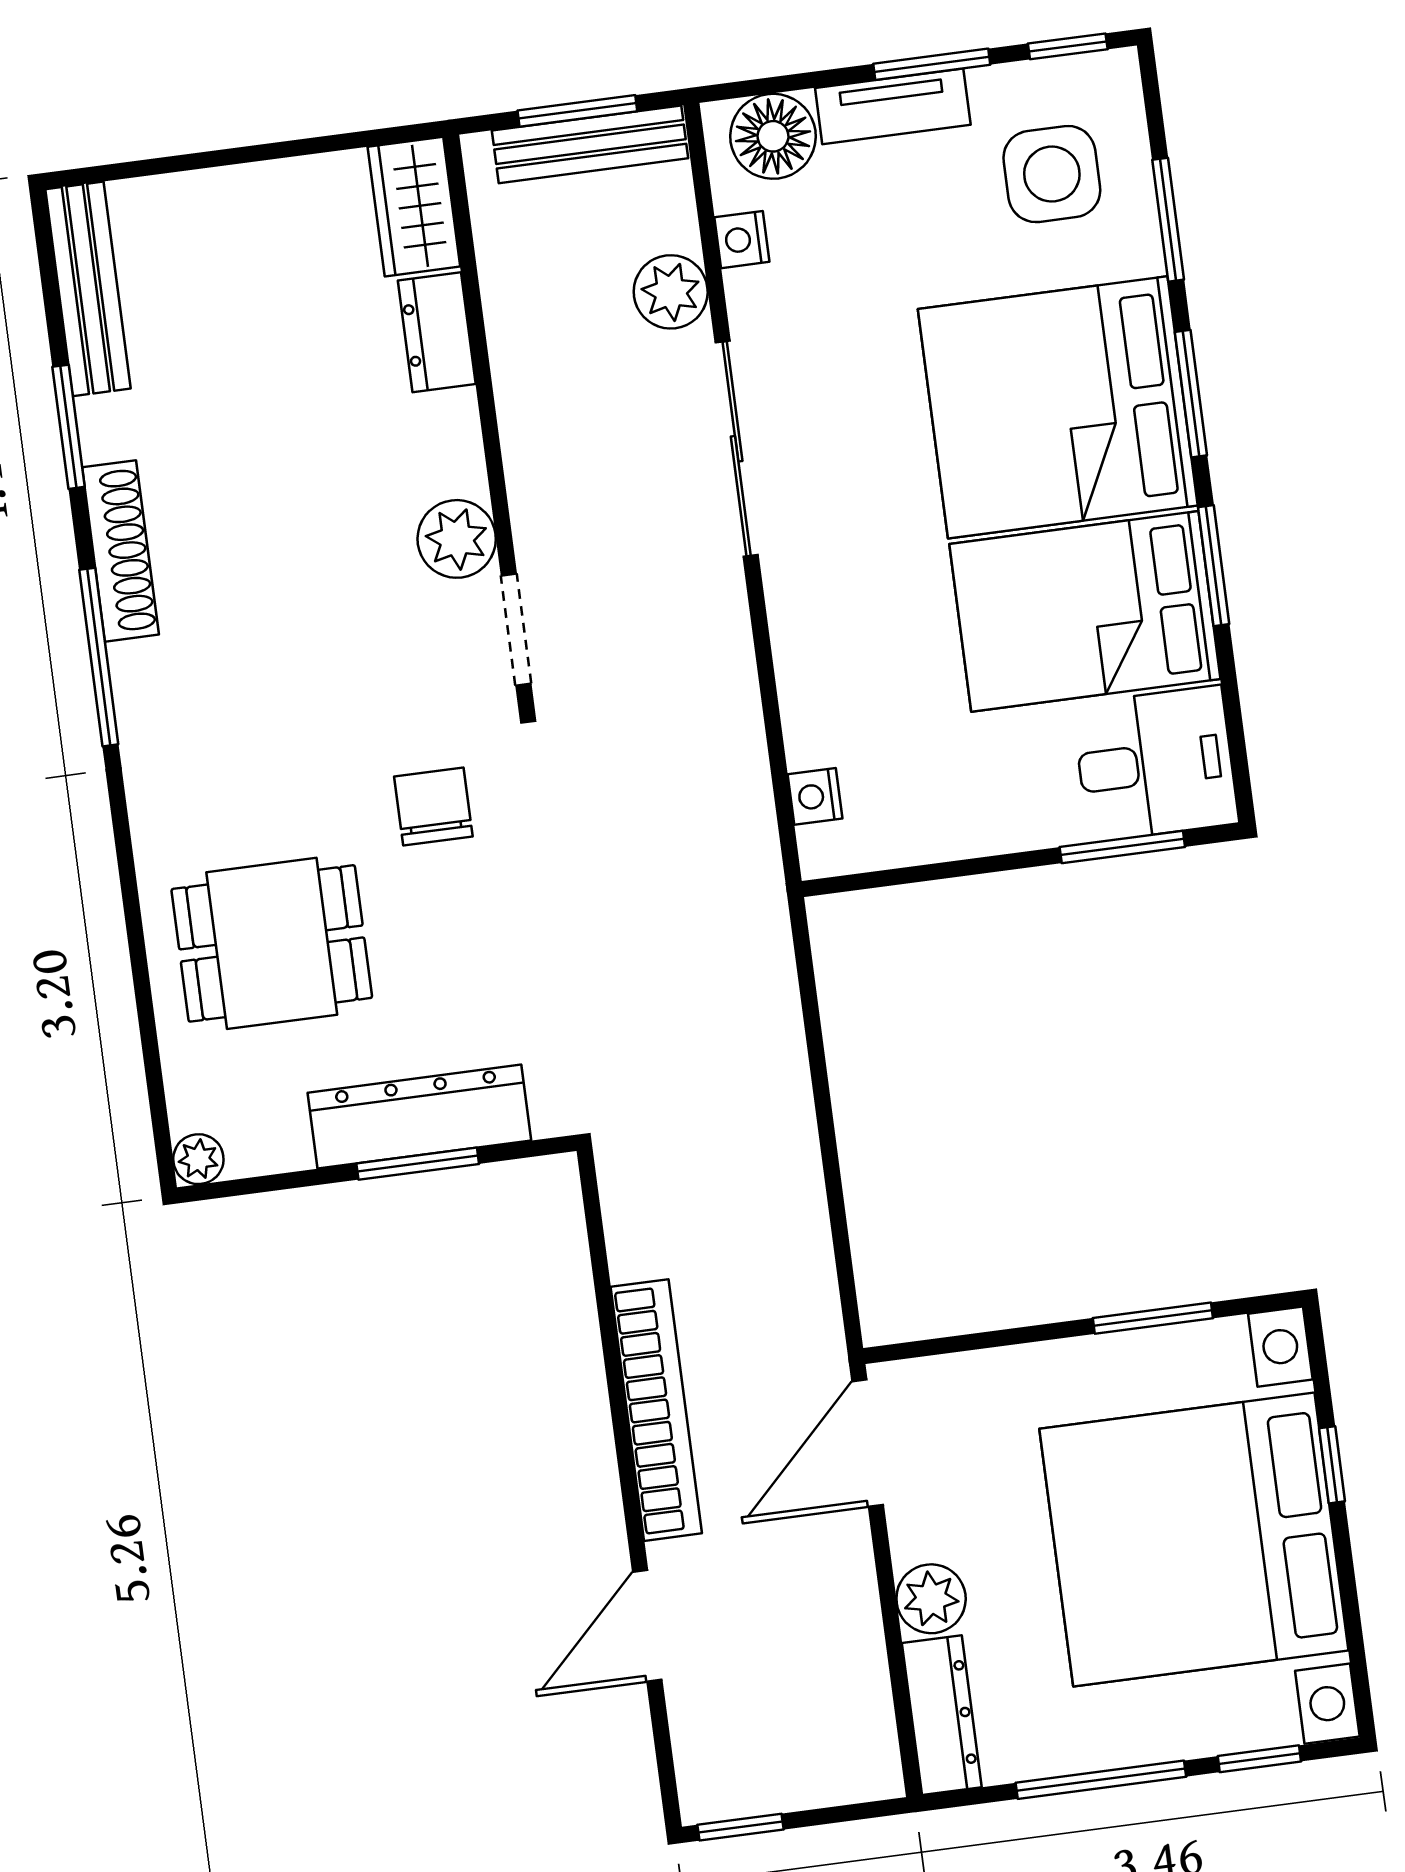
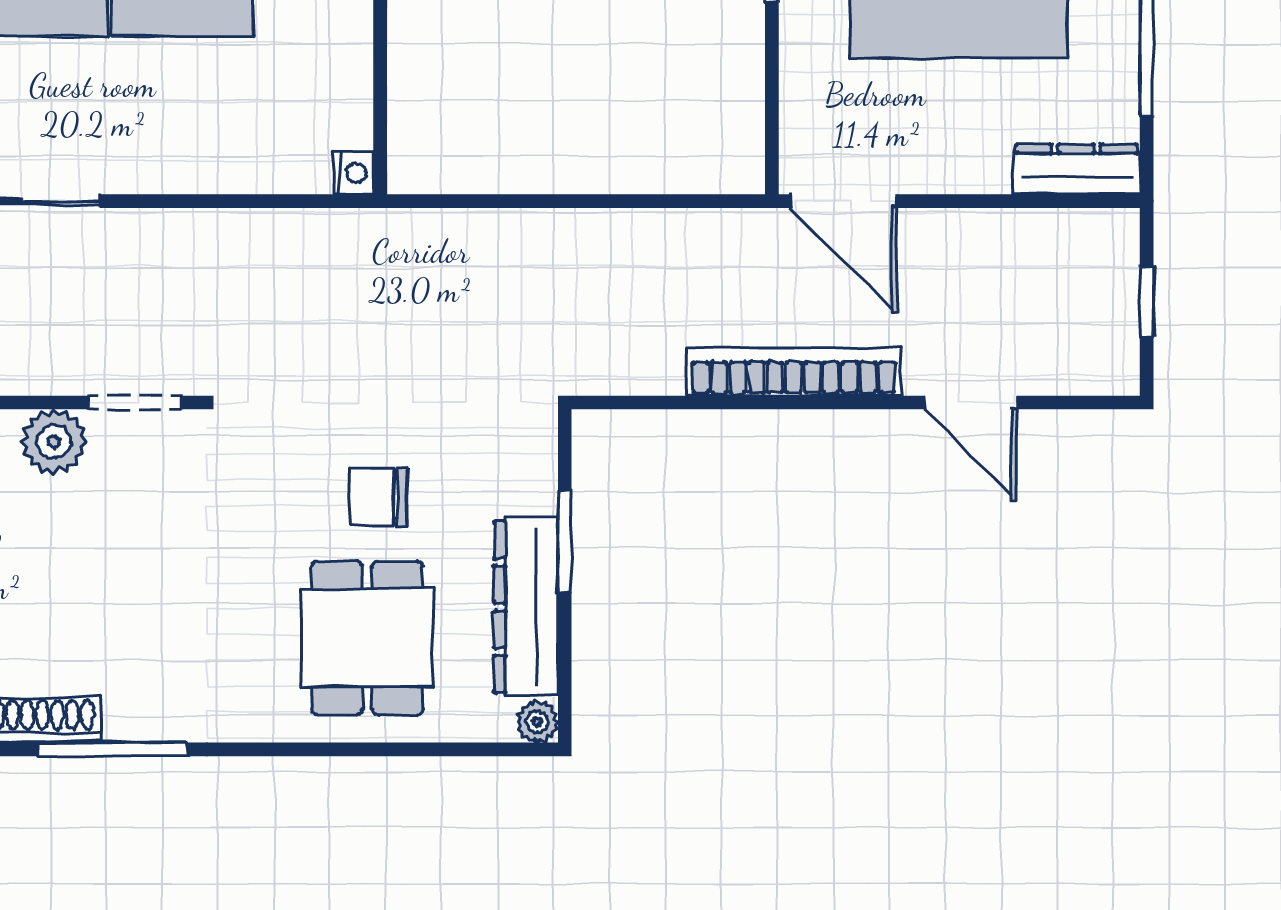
nightstand: (815, 796) -> (353, 173), moved, turned -90
chair: (433, 807) -> (378, 497), moved
dresser: (419, 1117) -> (526, 607), moved
plant: (931, 1599) -> (979, 166), removed
window: (741, 1827) -> (1147, 302), moved

